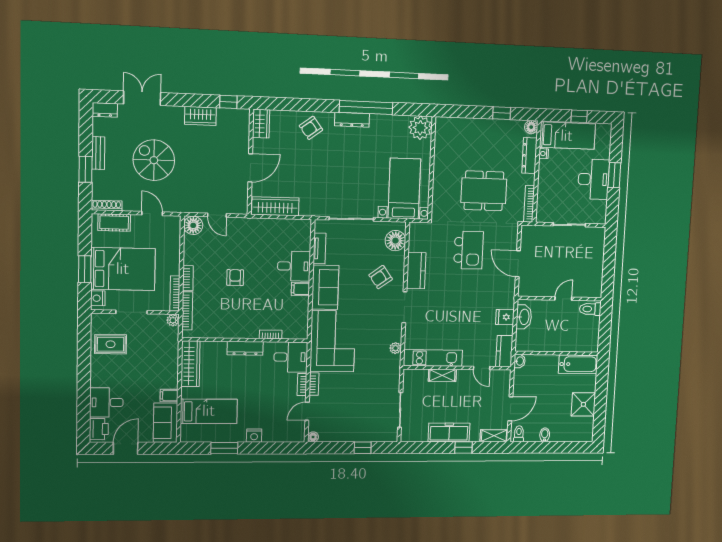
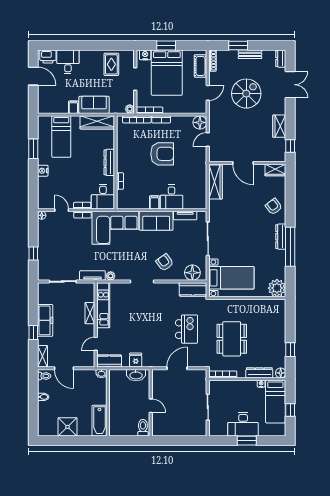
kitchen island: (468, 250) -> (186, 329), turned -90
kitchen counter: (416, 271) -> (193, 289), moved
armchair: (235, 278) -> (162, 154), width x1.88, depth x1.88
tv unit: (394, 372) -> (92, 275), added
sofa: (165, 423) -> (94, 105), moved

